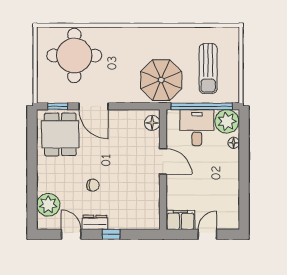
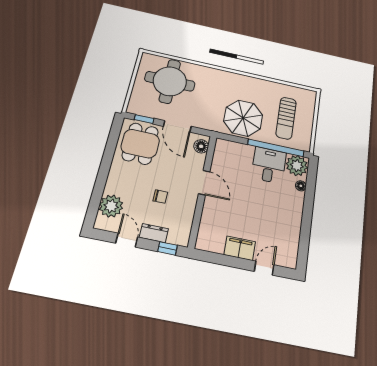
floor lamp: (152, 123) -> (201, 146), moved
door: (163, 161) -> (204, 183), moved
wall: (163, 170) -> (203, 190), moved

